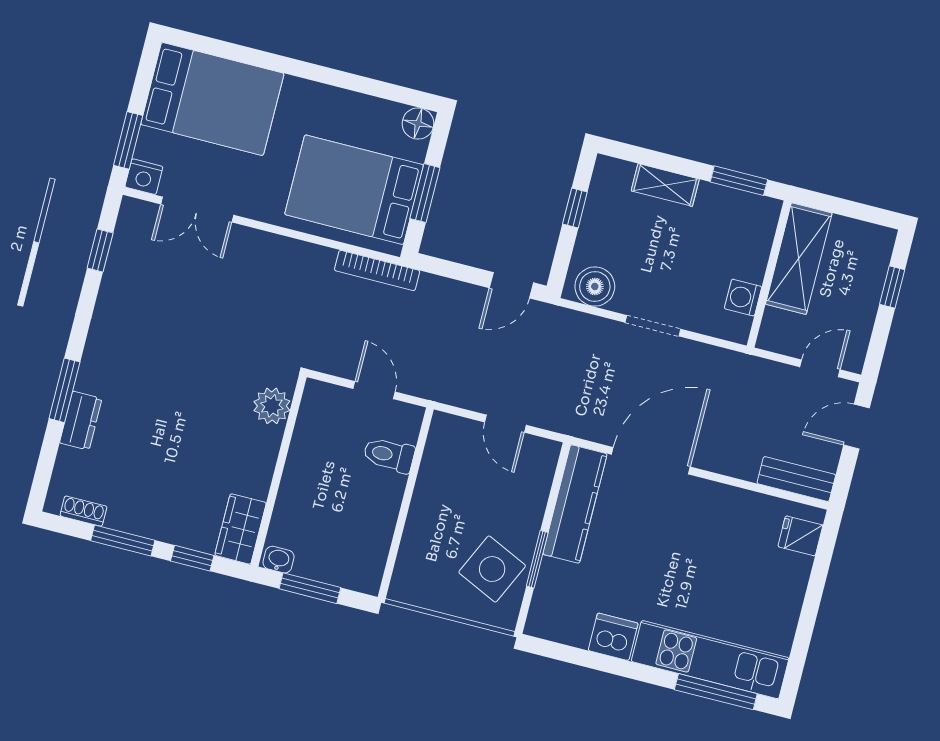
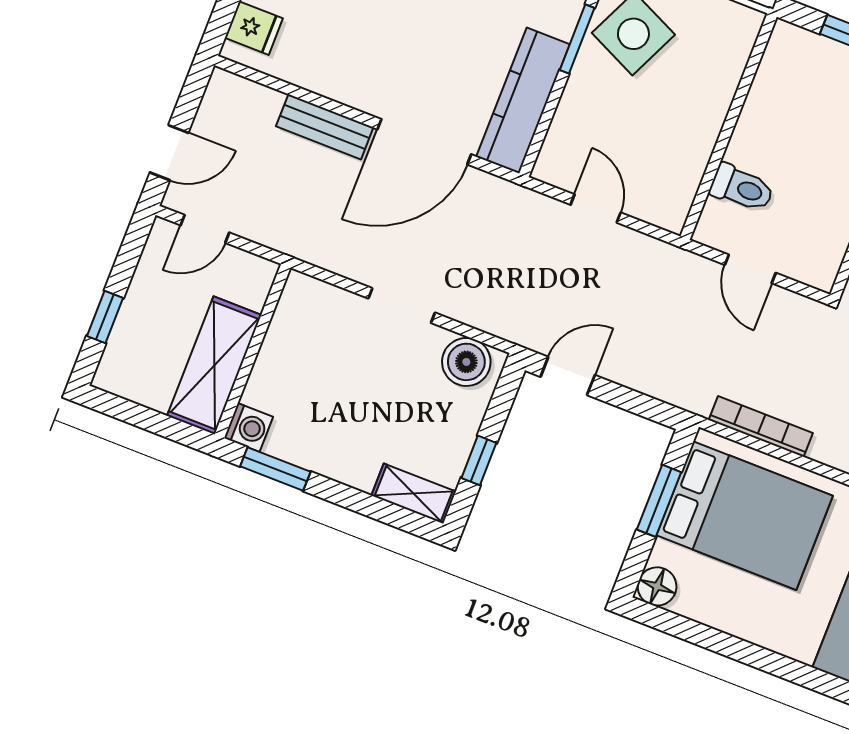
shelving: (665, 185) -> (414, 494), moved
bookcase: (377, 270) -> (761, 426), moved
washing machine: (743, 298) -> (248, 427), moved
bench: (796, 479) -> (325, 127), moved

